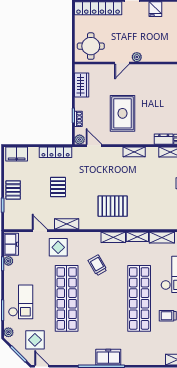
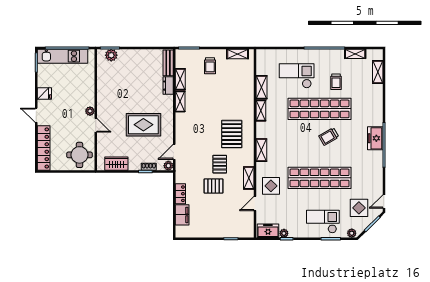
locker: (56, 152) -> (180, 194), width x0.66
shelving: (134, 152) -> (180, 101), moved
filing cabinet: (17, 154) -> (182, 215), moved
pallet: (13, 190) -> (220, 164), moved, turned 90
shelving: (113, 237) -> (261, 150), moved
trolley: (98, 265) -> (329, 137), moved

